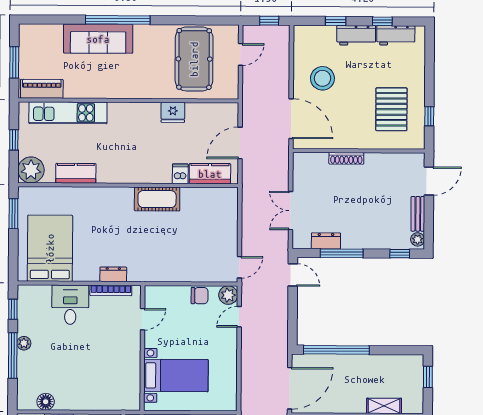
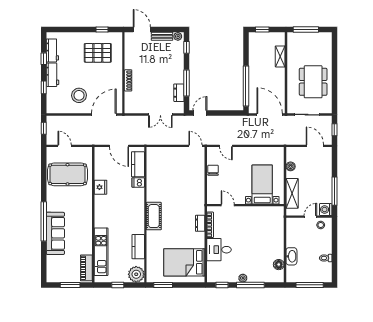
cot: (157, 199) -> (154, 216), moved
plant: (228, 295) -> (213, 153), removed

